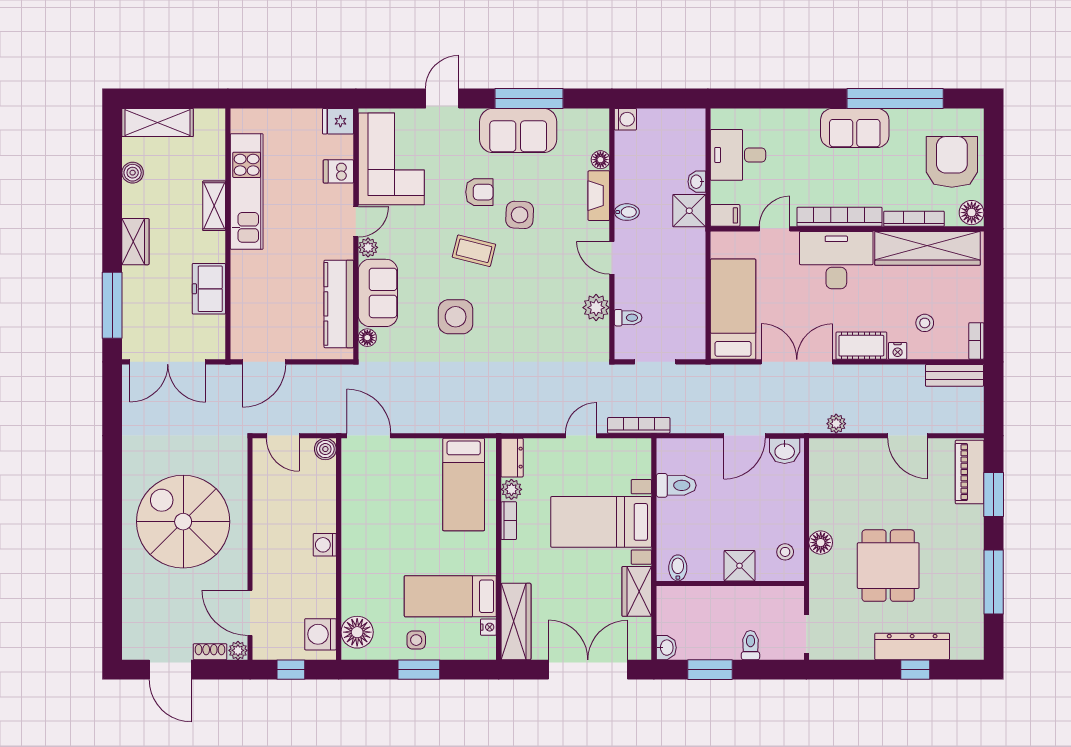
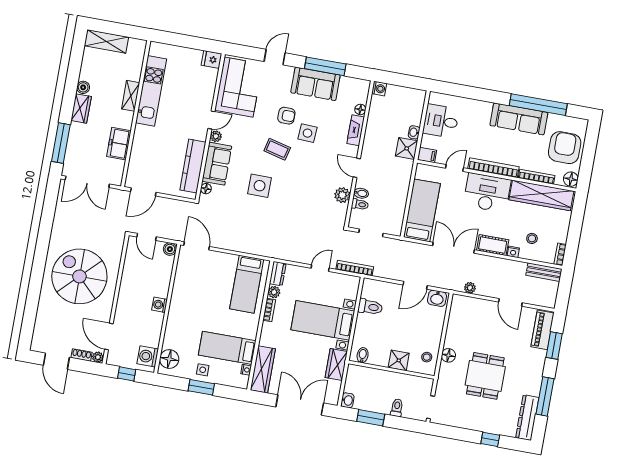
sofa: (855, 128) -> (519, 119), width x1.36
dishwasher: (338, 171) -> (207, 89), removed
boiler: (133, 173) -> (83, 87), moved
bidet: (627, 212) -> (361, 193), moved
dresser: (912, 646) -> (527, 418), moved, turned -90

